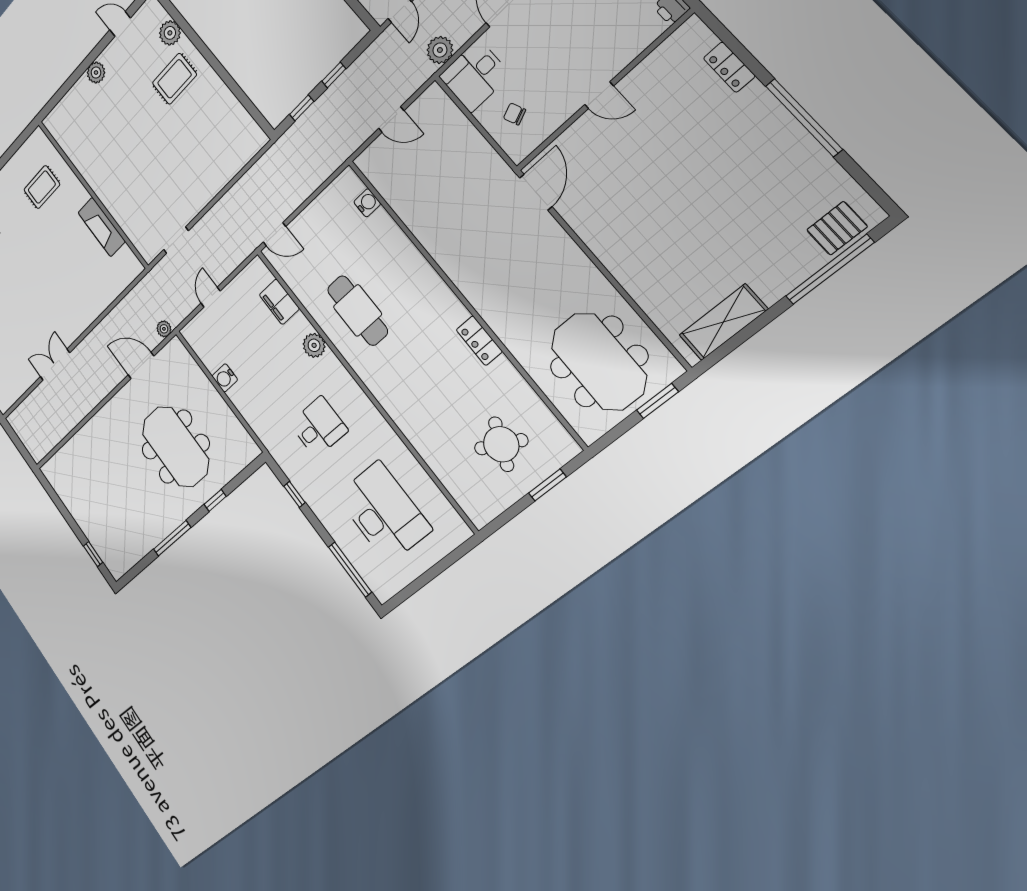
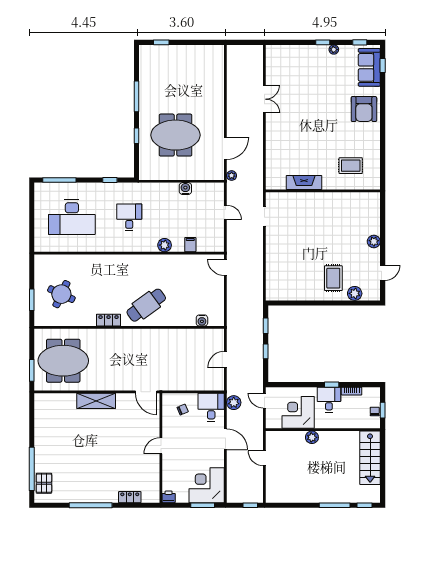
rug: (42, 187) -> (351, 166), turned 90
door: (274, 234) -> (225, 267), hinge flipped
filing cabinet: (279, 302) -> (190, 245), width x0.50
cafe table: (358, 310) -> (146, 305), moved, turned -36
shelving: (723, 322) -> (96, 401), moved, turned 90
desk: (319, 427) -> (129, 217), turned 180

